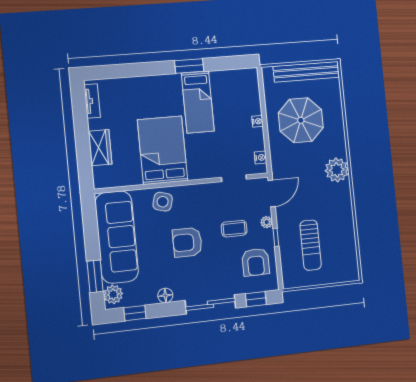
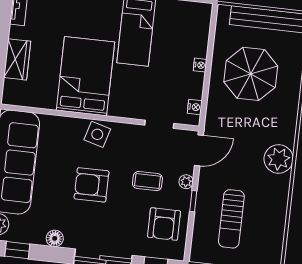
plant: (337, 170) -> (279, 159), moved
side table: (163, 202) -> (97, 134), moved

